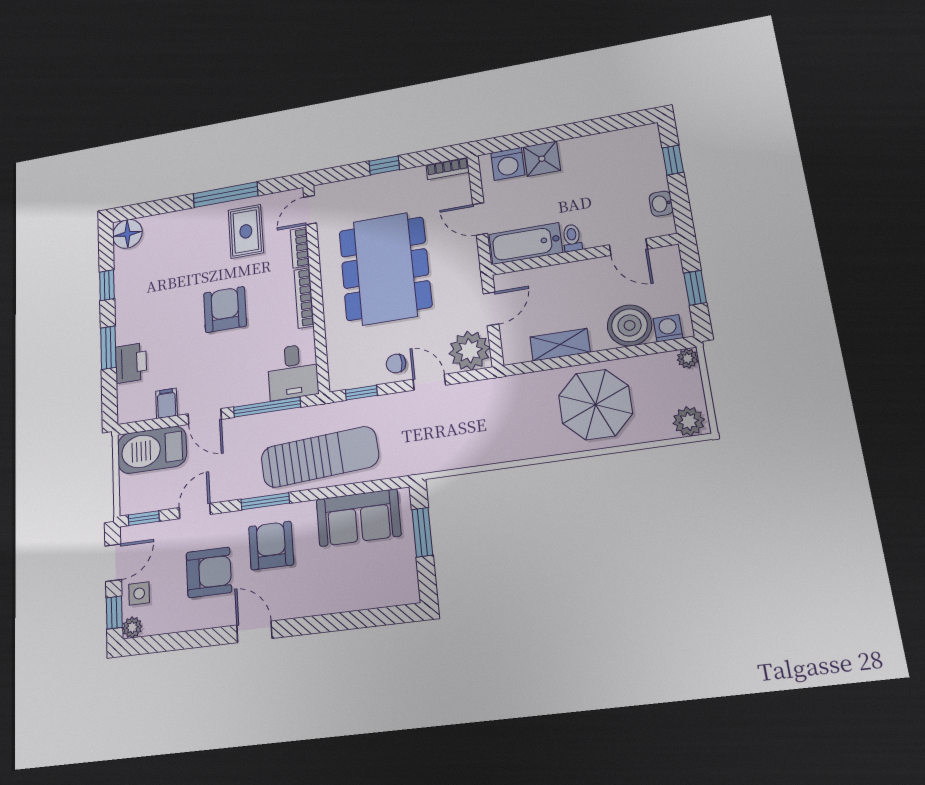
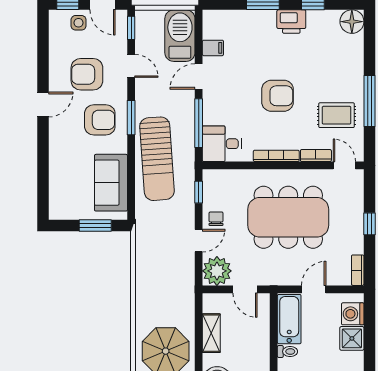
printer: (131, 363) -> (291, 22), moved
armchair: (209, 572) -> (87, 74), turned 90
plant: (132, 627) -> (56, 17), removed

